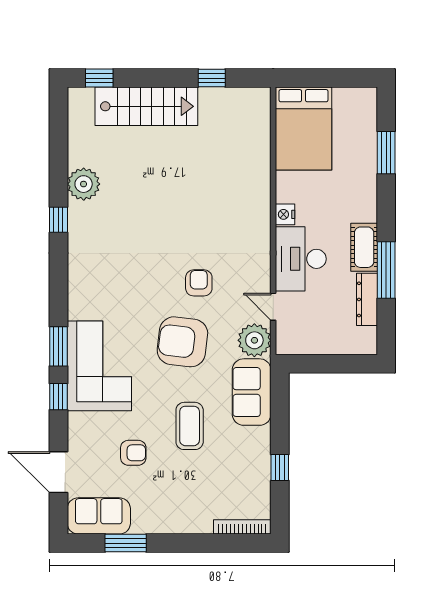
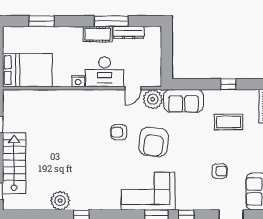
corner sofa: (99, 366) -> (148, 191), moved
coffee table: (190, 426) -> (229, 122), moved
armchair: (133, 453) -> (220, 171), turned 90

